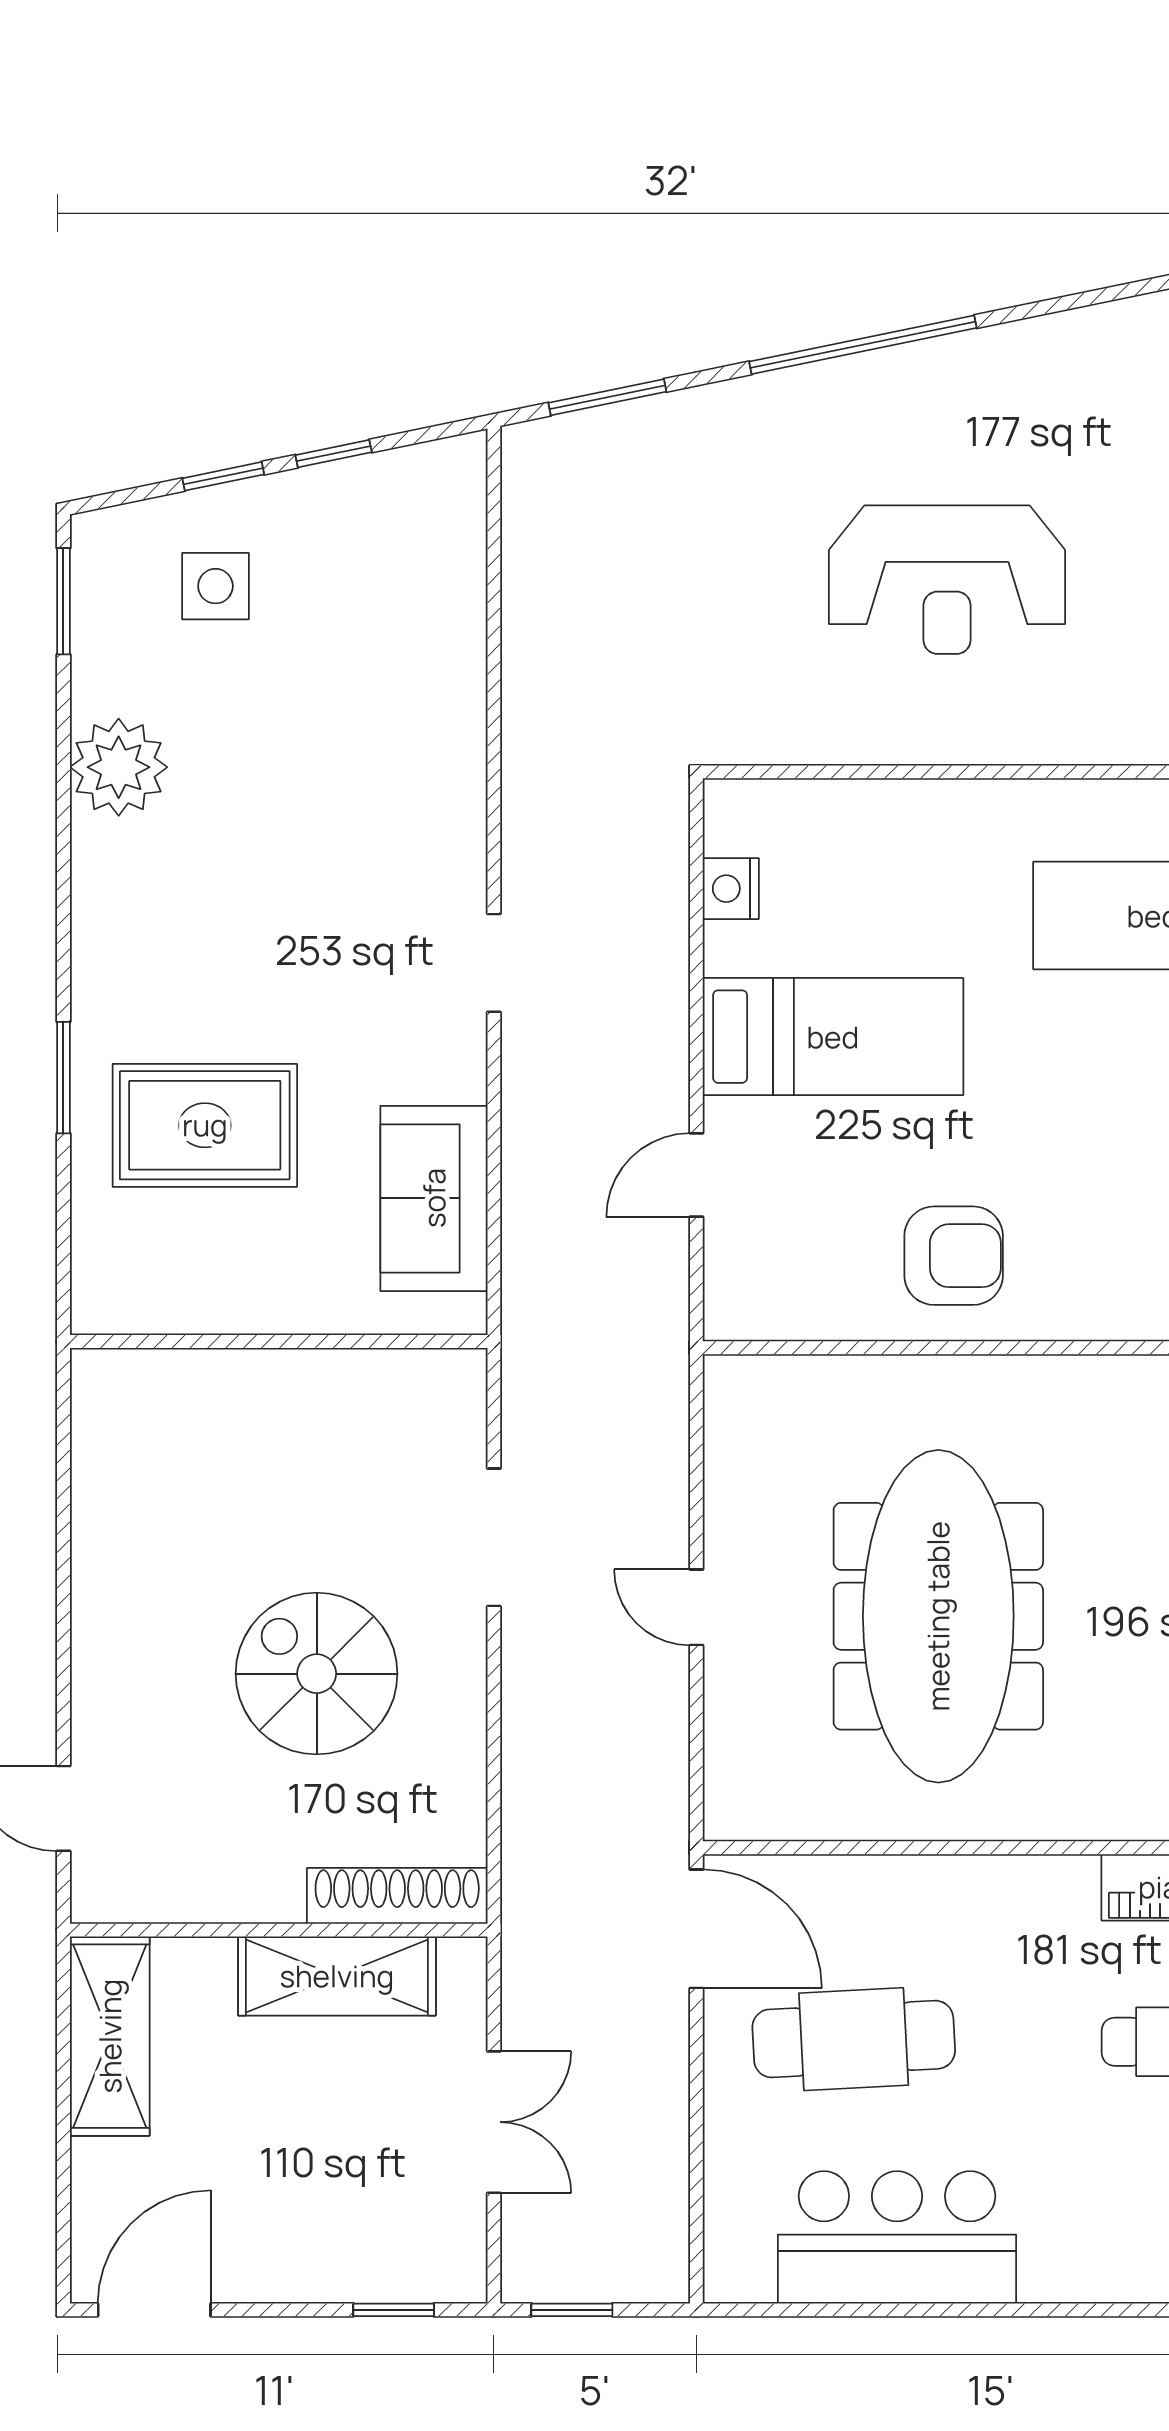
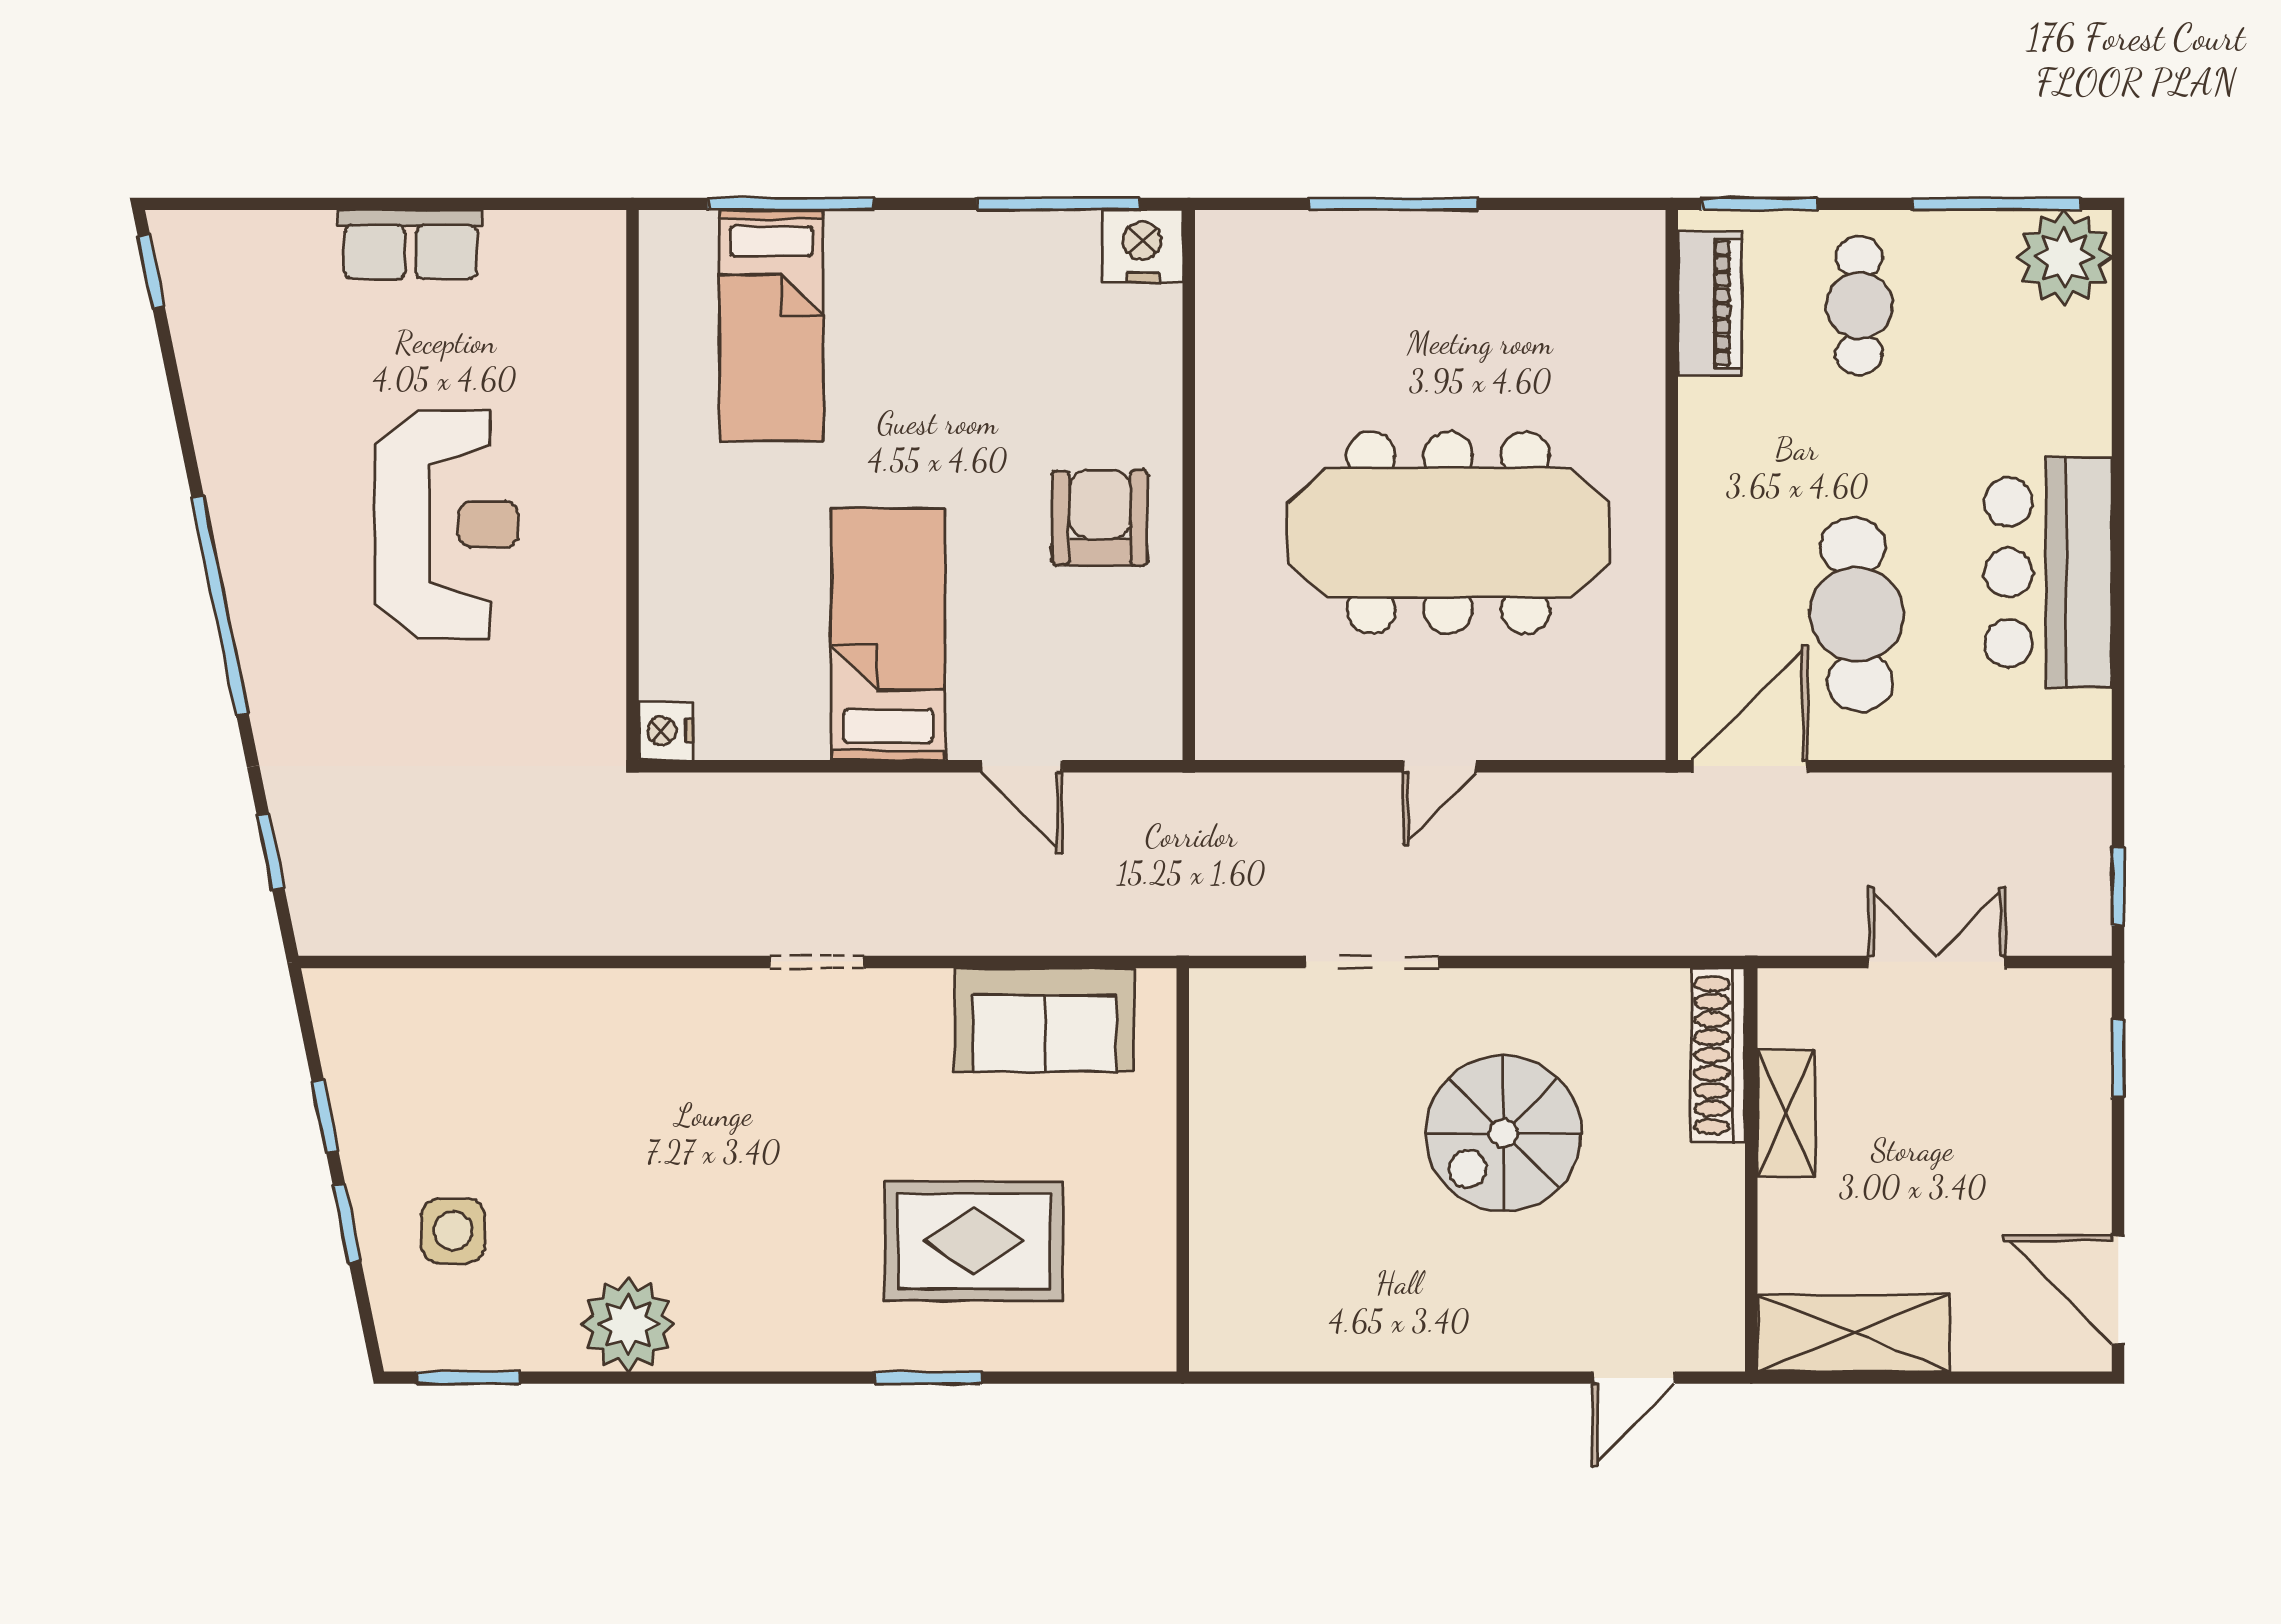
window: (607, 397) -> (271, 852), width x0.67
nightstand: (731, 889) -> (666, 731), moved, turned 90
rug: (205, 1125) -> (974, 1241), turned 90
shelving: (337, 1976) -> (1786, 1113), width x0.67, depth x0.75

